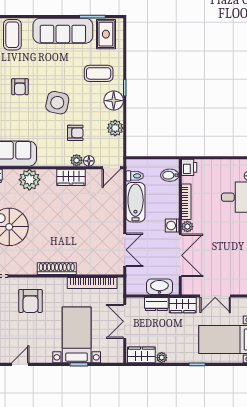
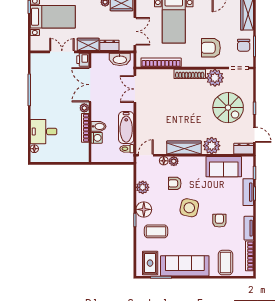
printer: (189, 167) -> (83, 60), moved
bidet: (170, 175) -> (99, 126), moved
wardrobe: (71, 177) -> (184, 148), width x1.50
washing machine: (172, 225) -> (97, 138), moved
plant: (26, 264) -> (215, 78), added
washbasin: (159, 287) -> (120, 59), moved
armchair: (30, 301) -> (211, 48), turned -90

